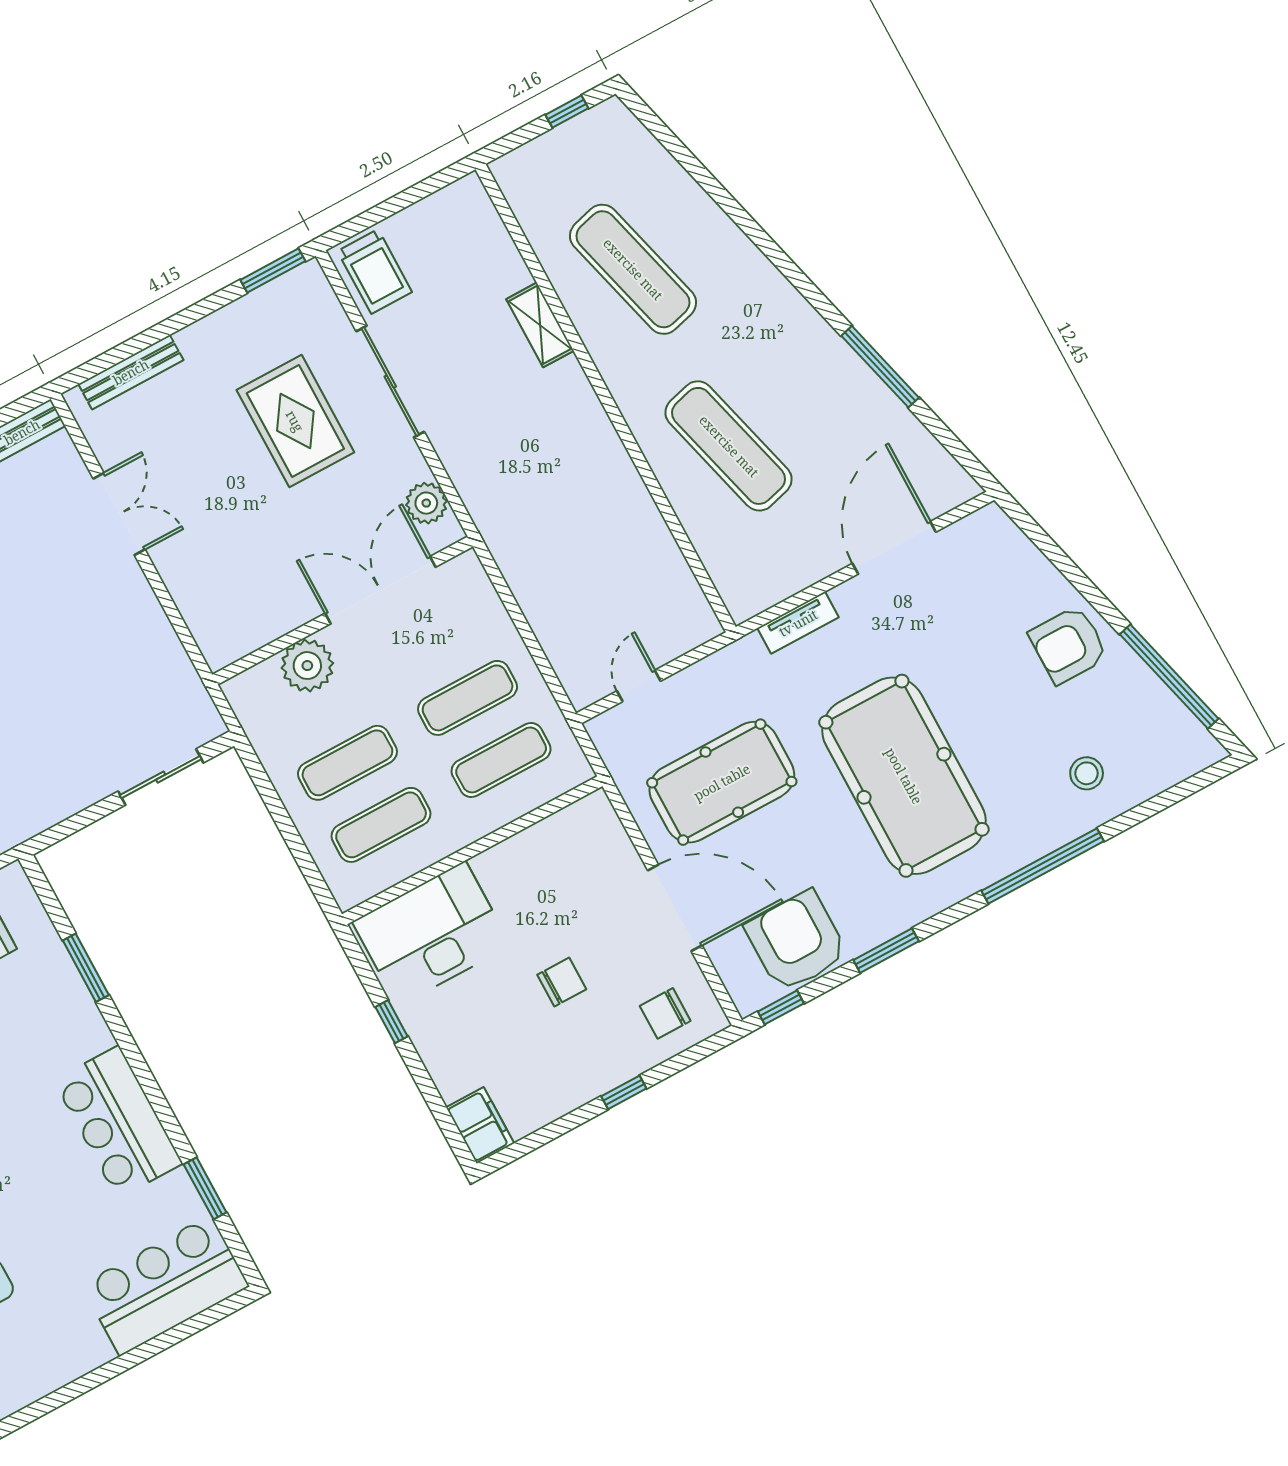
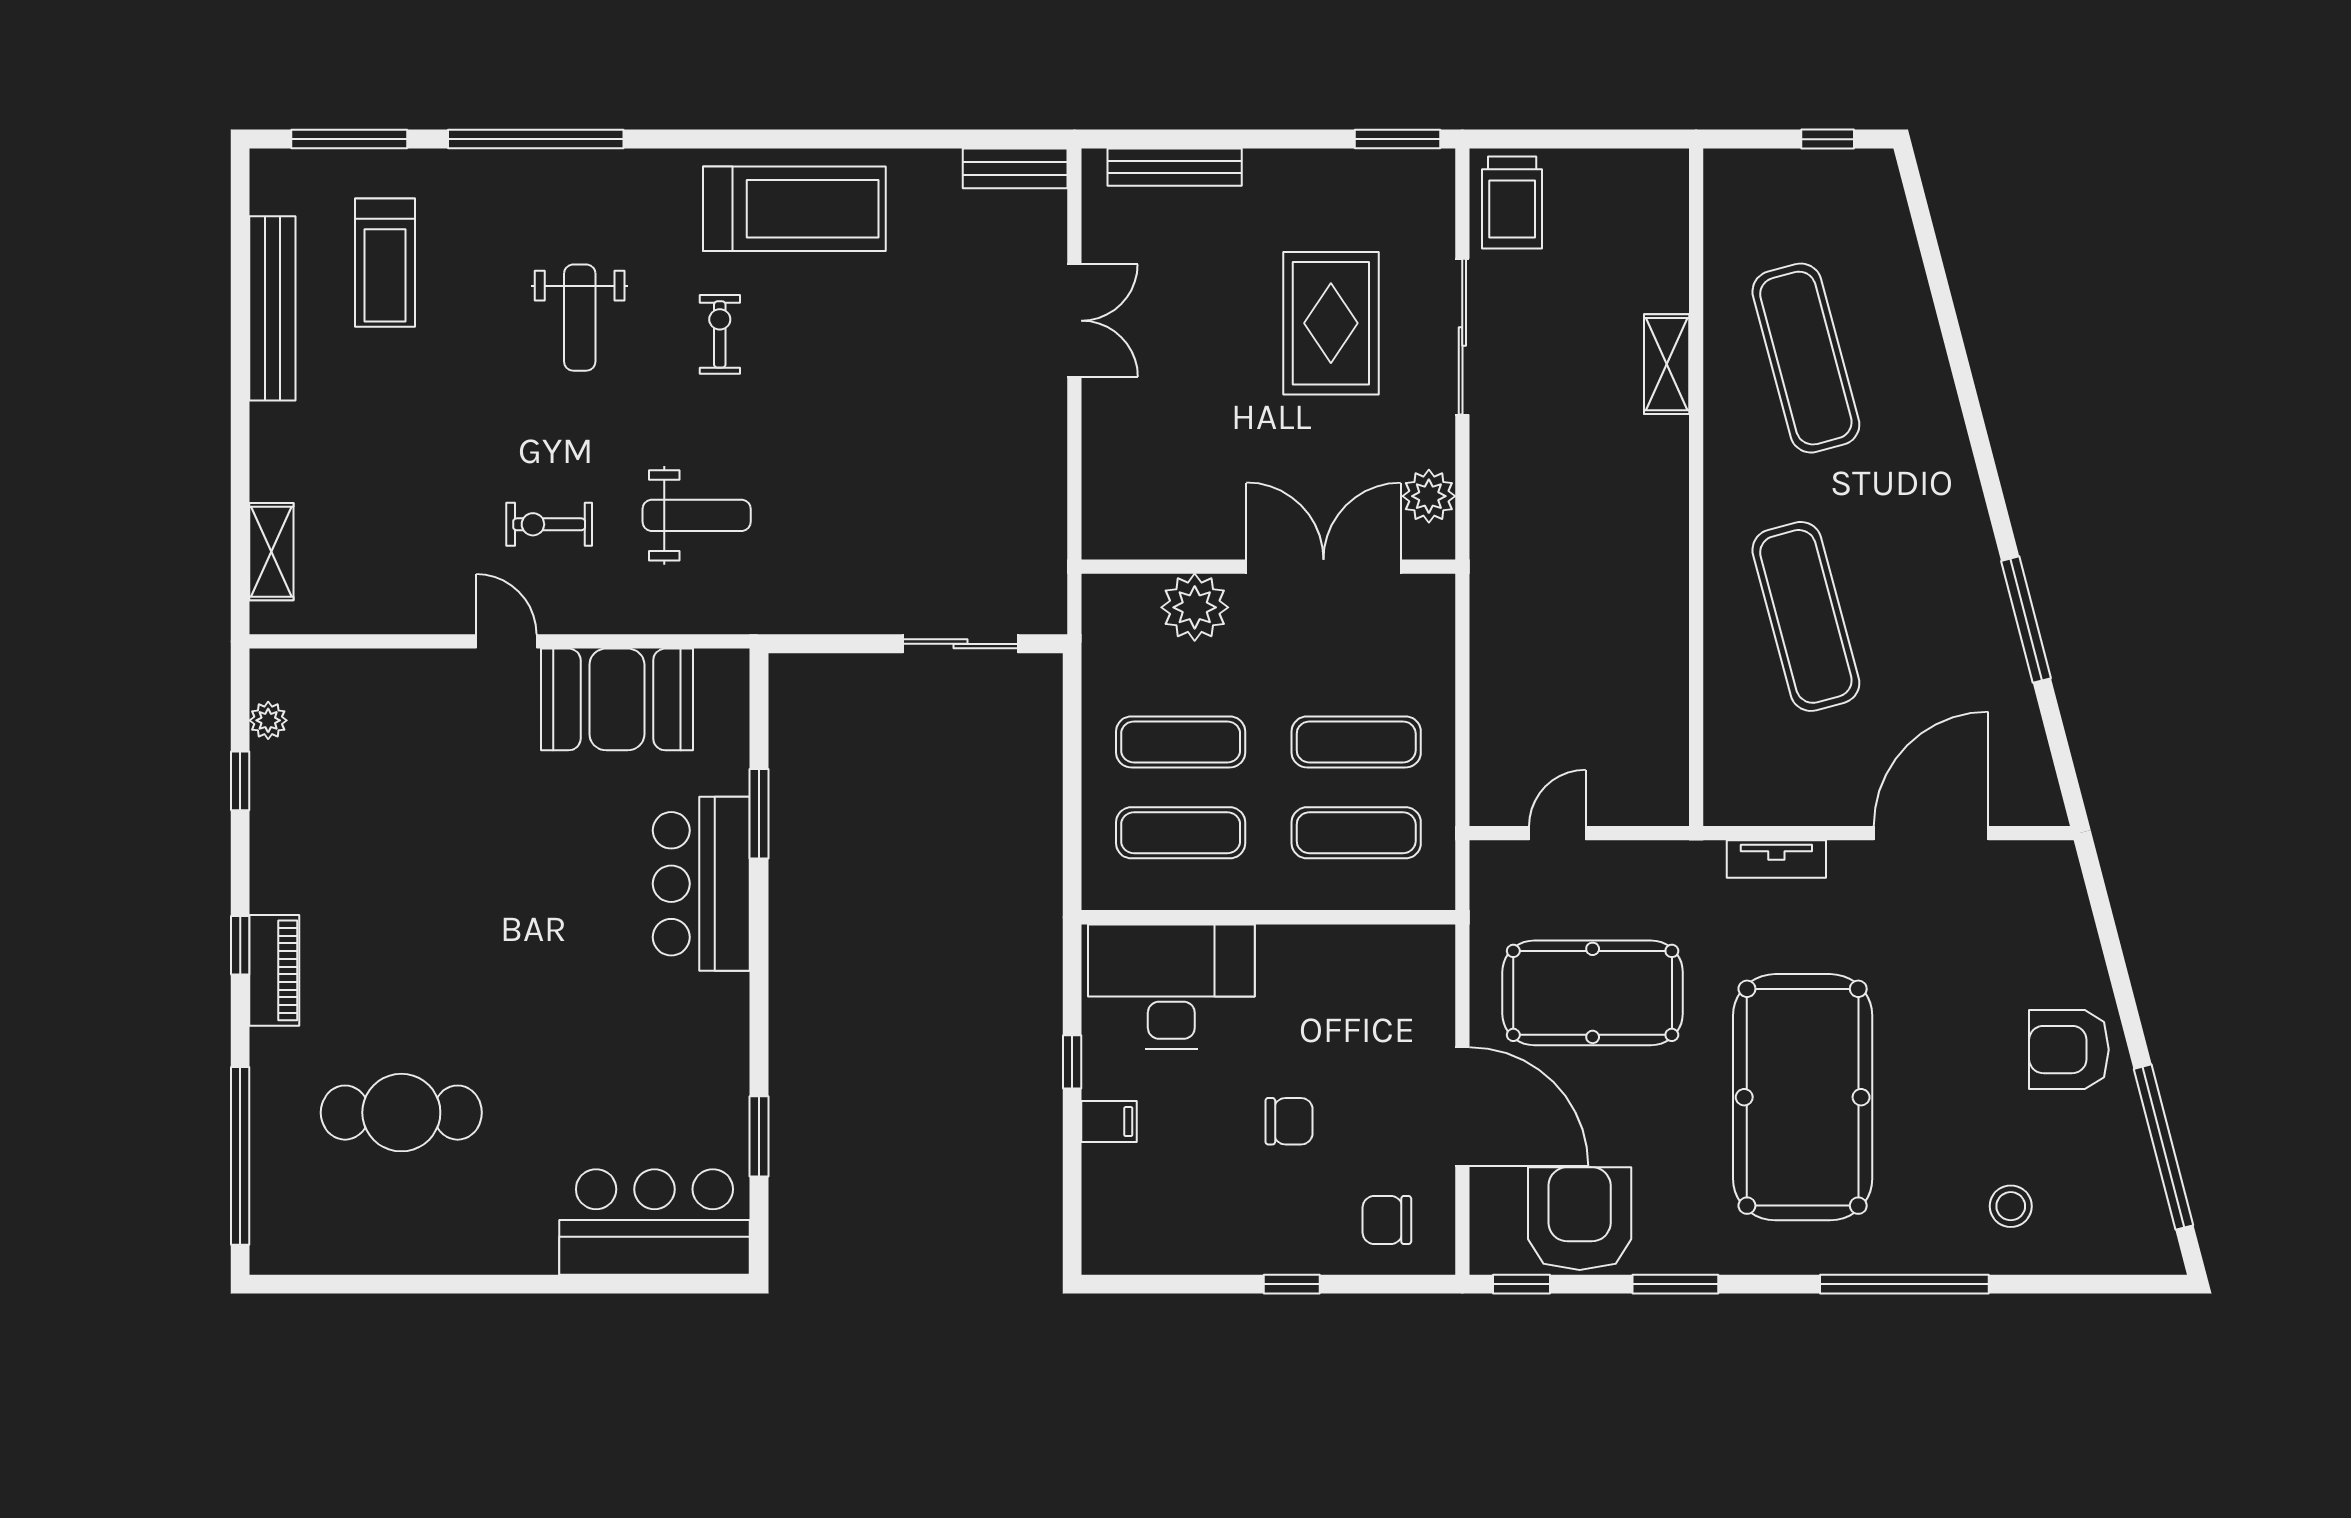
bar counter: (118, 1122) -> (701, 884), moved
filing cabinet: (480, 1125) -> (1109, 1122), moved, width x0.50

